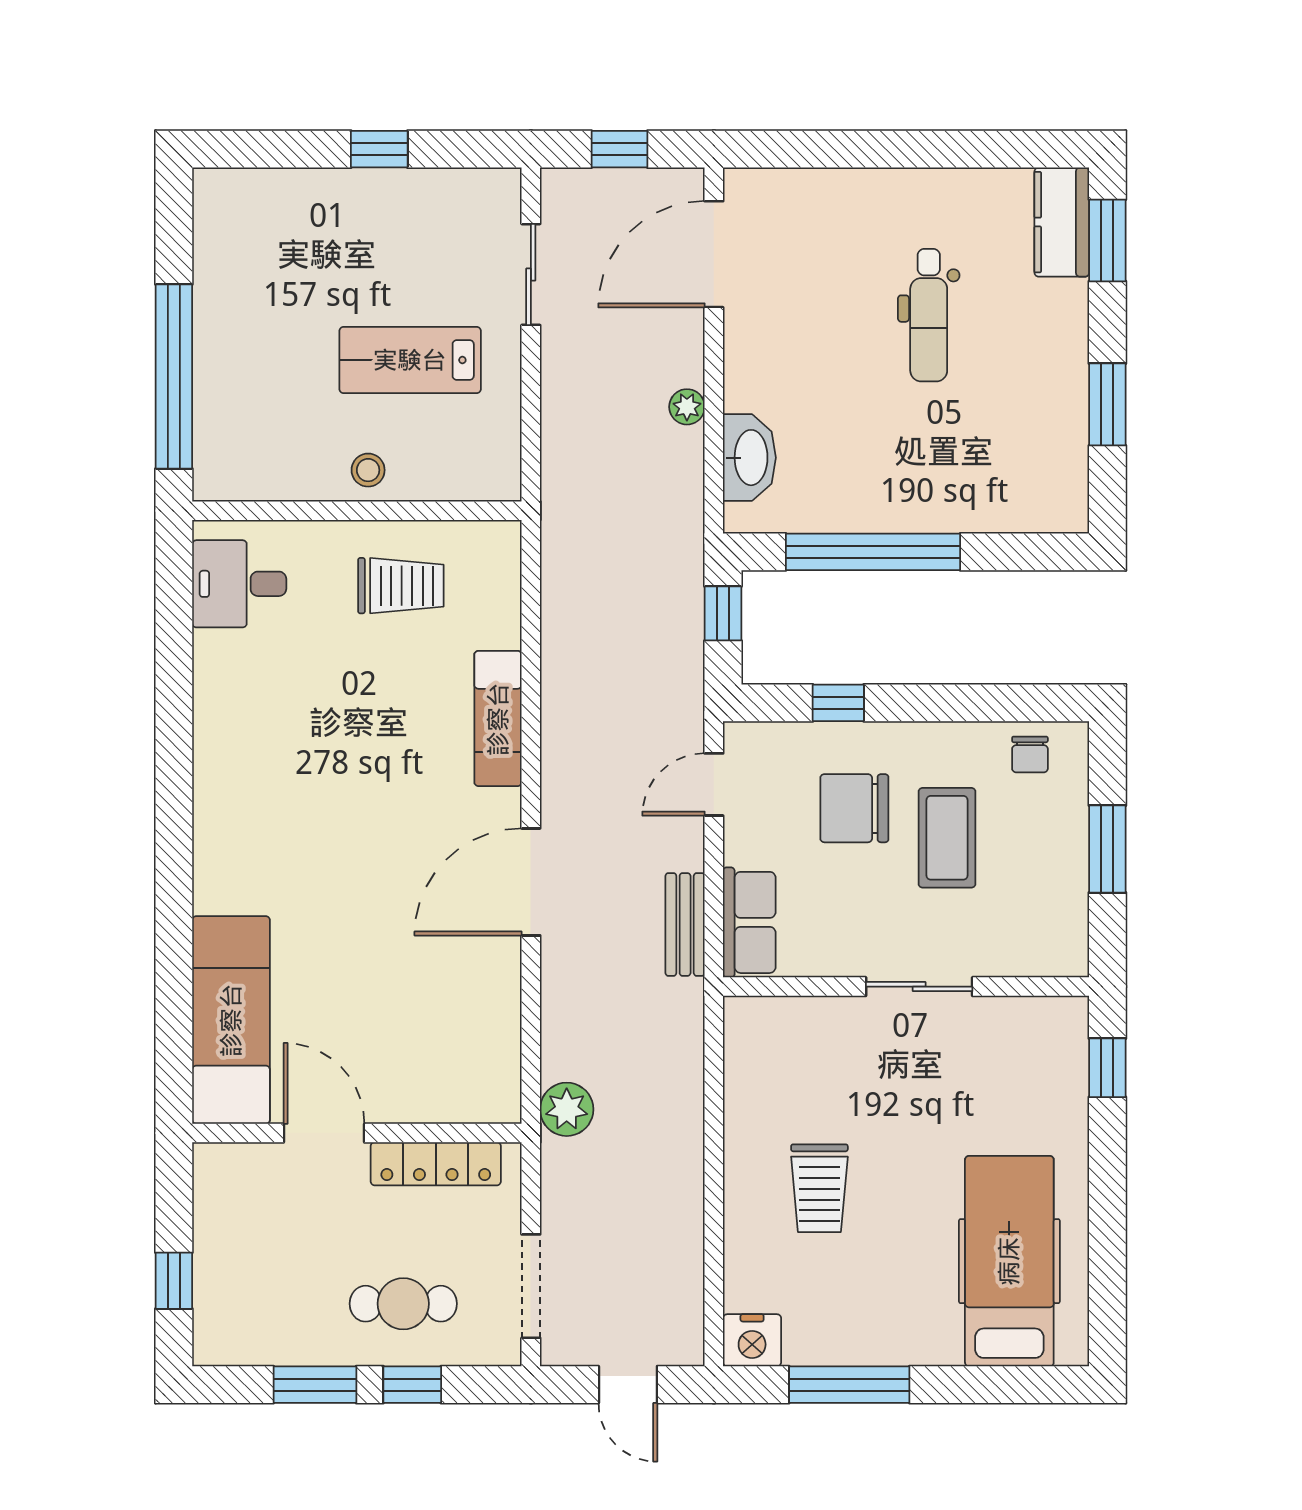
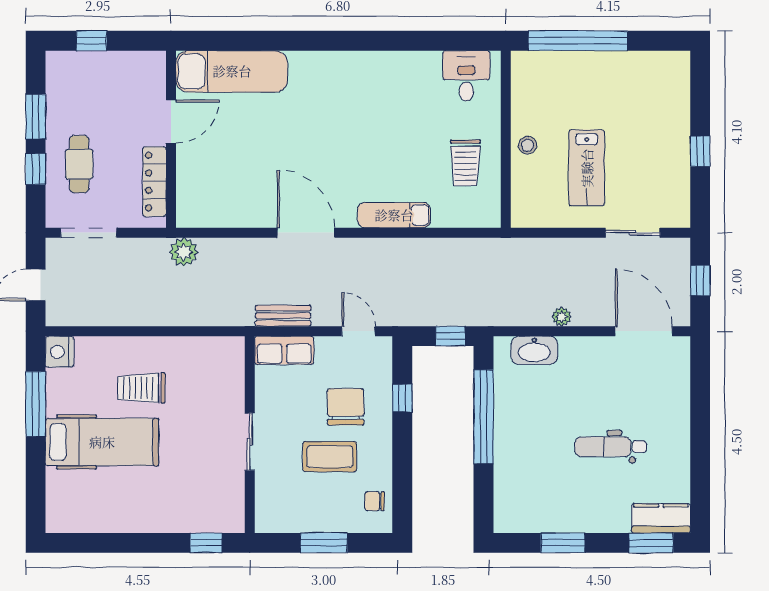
lab bench: (410, 360) -> (587, 168), turned 180
hospital bed: (1009, 1261) -> (102, 442), moved

